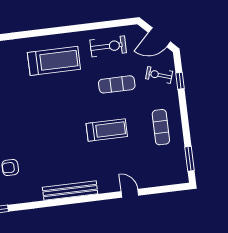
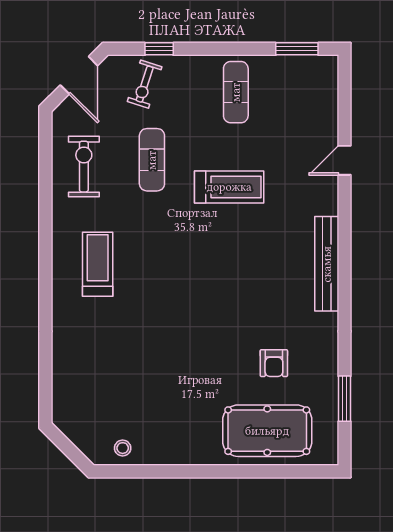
treadmill: (54, 61) -> (98, 264), width x0.73, depth x0.73
exercise mat: (161, 127) -> (236, 92), turned 90
treadmill: (107, 130) -> (229, 187), turned 90

